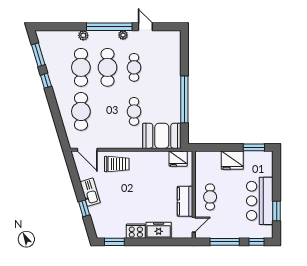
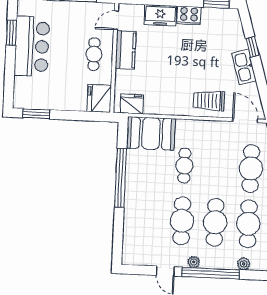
cafe table: (134, 67) -> (182, 221), width x1.37, depth x1.35
fridge: (232, 160) -> (99, 98), moved, turned -90

